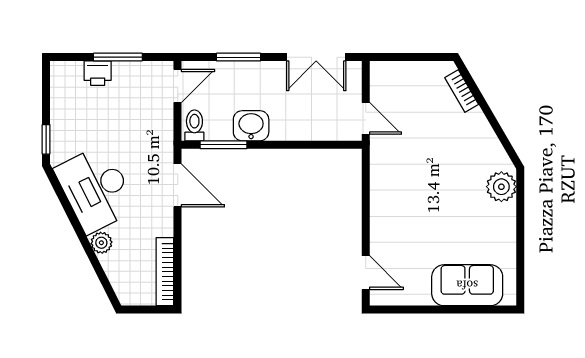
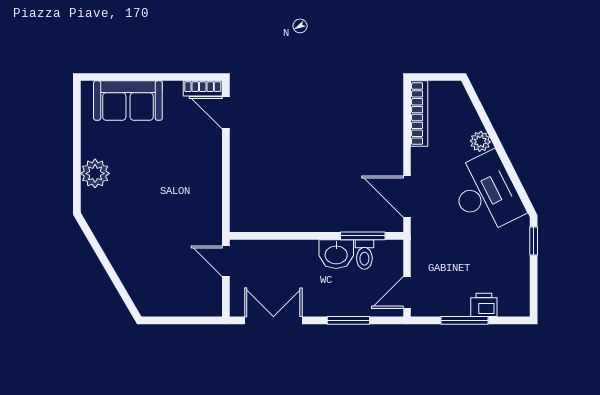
bookcase: (462, 91) -> (203, 88), moved, turned 120
toilet: (194, 125) -> (364, 254), moved
plant: (501, 187) -> (95, 173), moved

